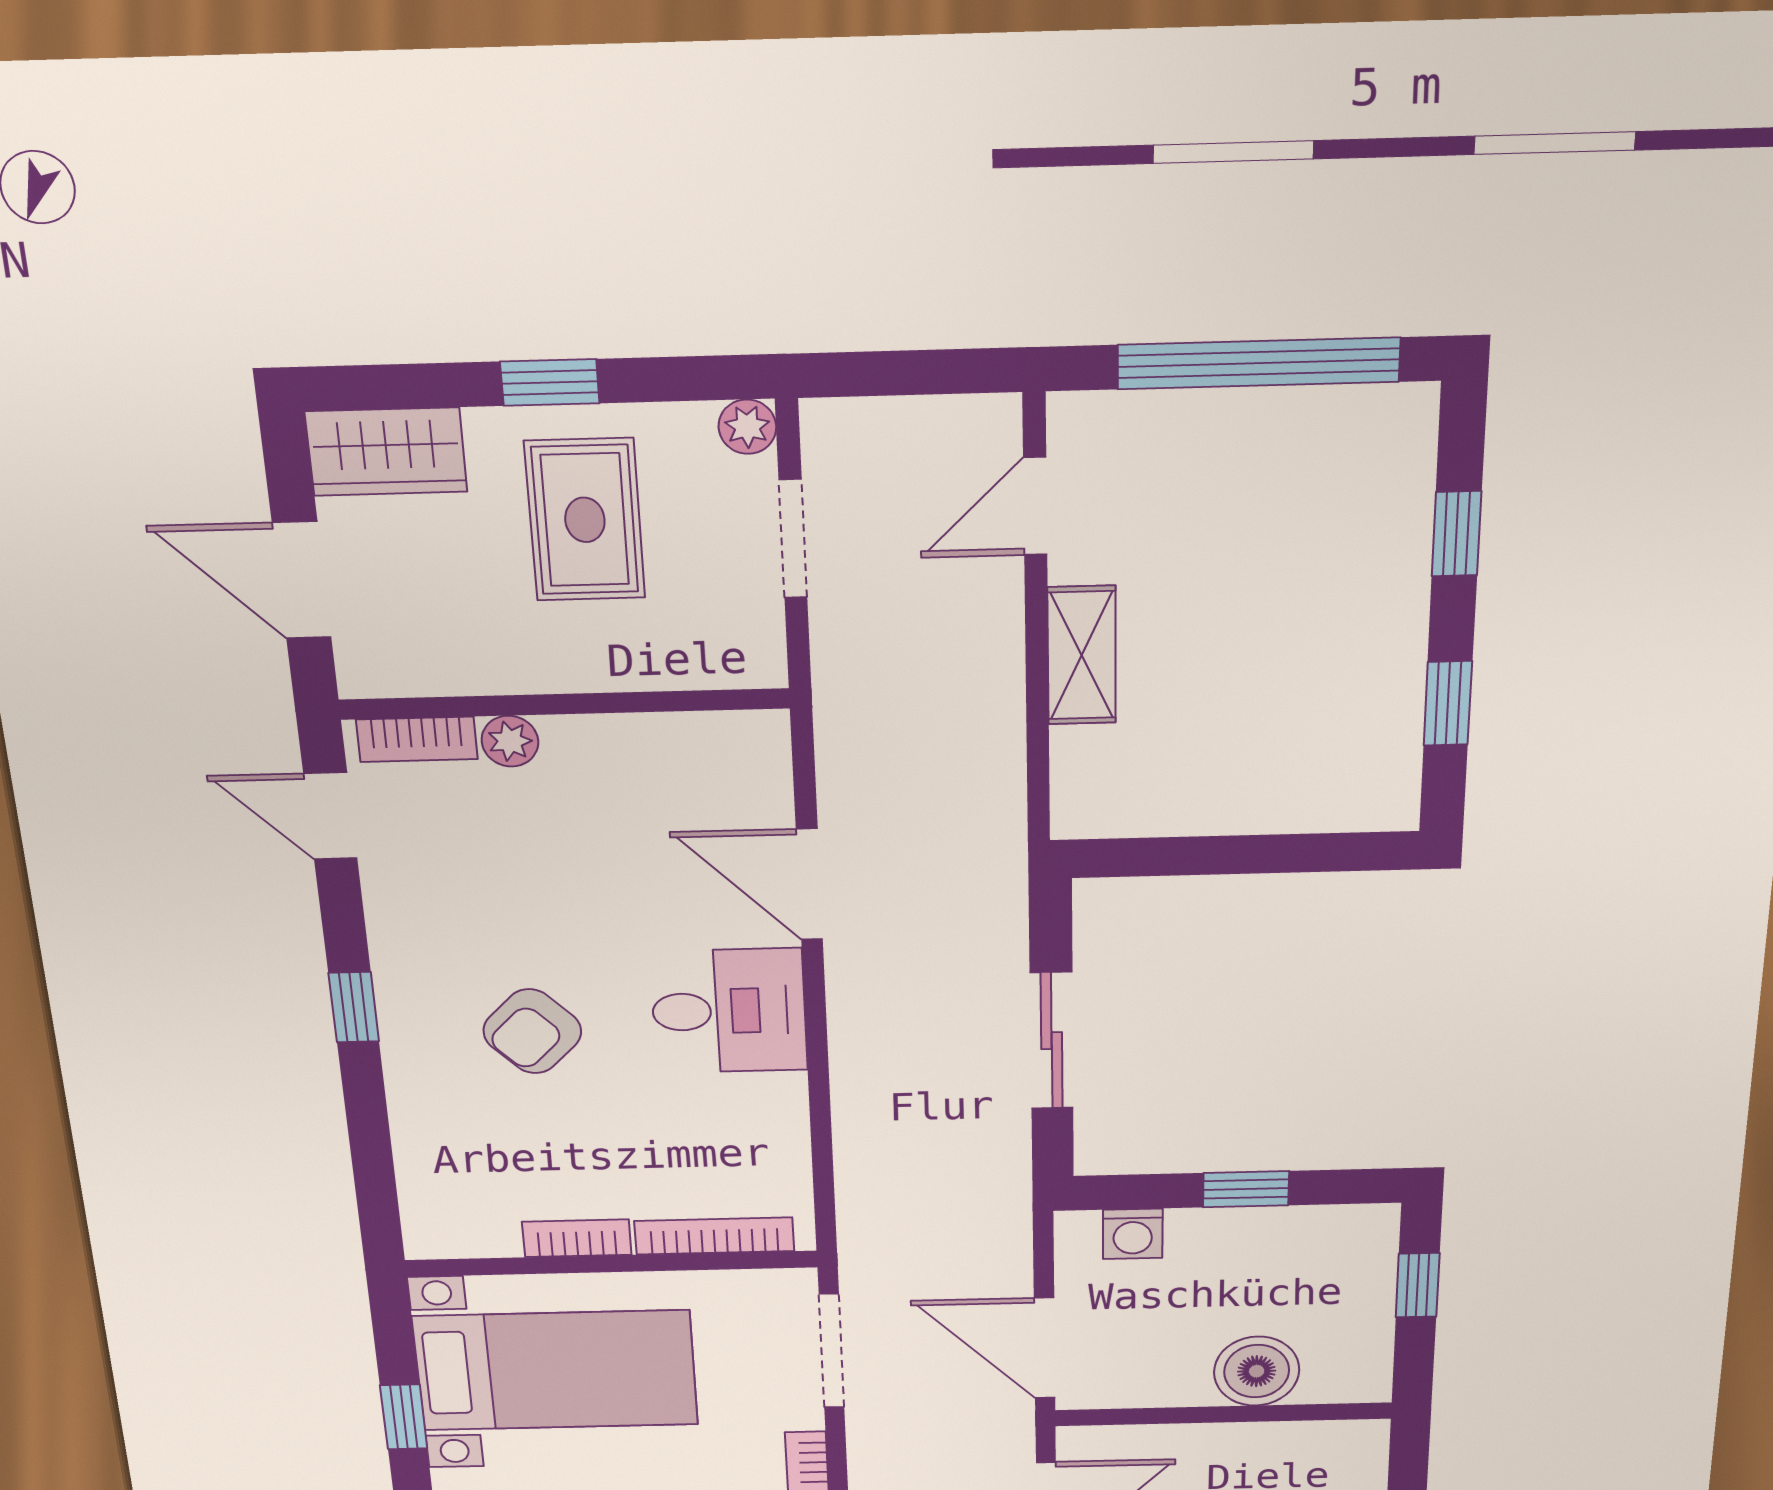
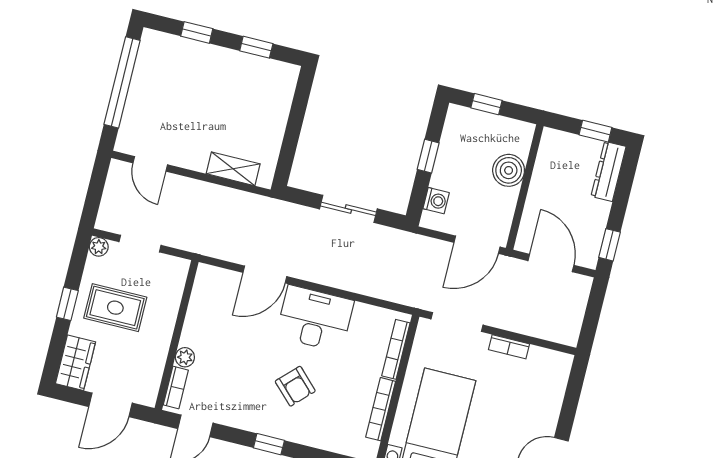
shelving: (1082, 655) -> (233, 169), moved
desk: (729, 1011) -> (315, 319), width x1.37
bookcase: (577, 1238) -> (381, 409), width x1.56

